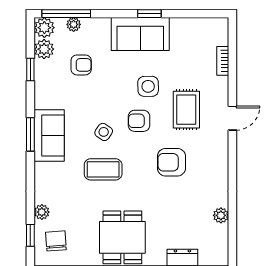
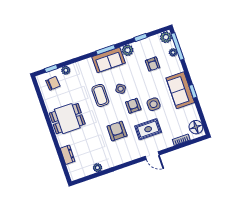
floor lamp: (210, 29) -> (196, 127), added
plant: (44, 49) -> (128, 50), moved

